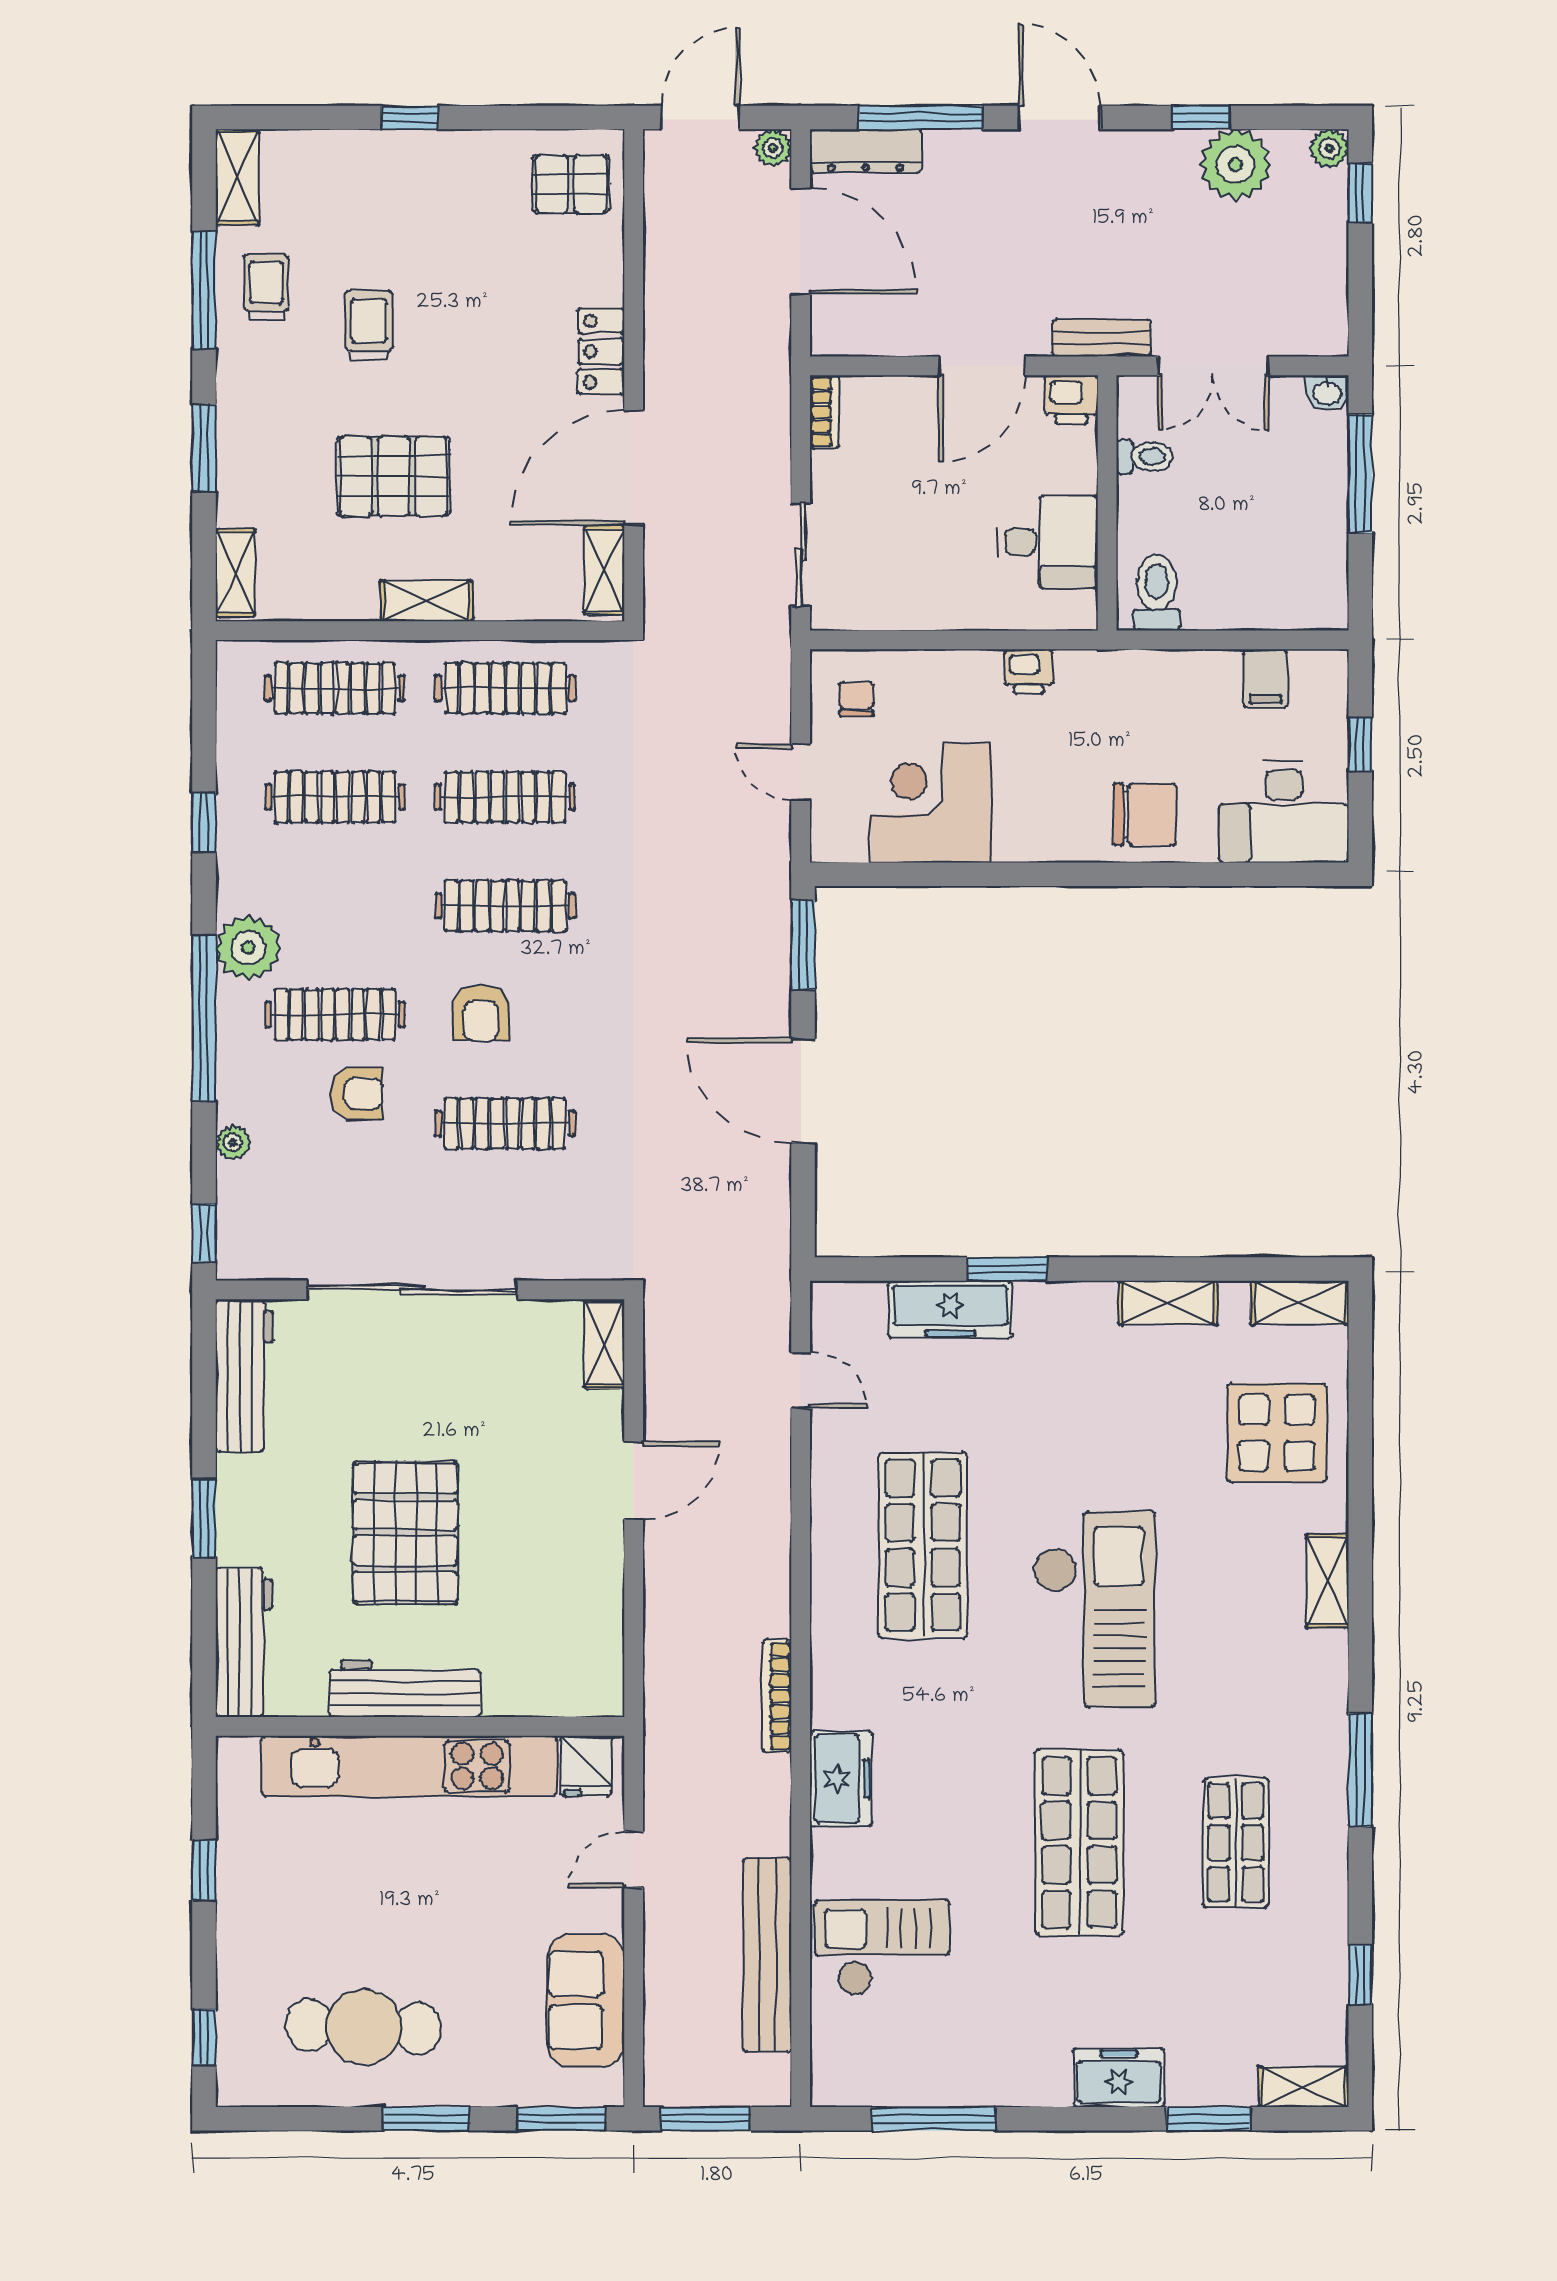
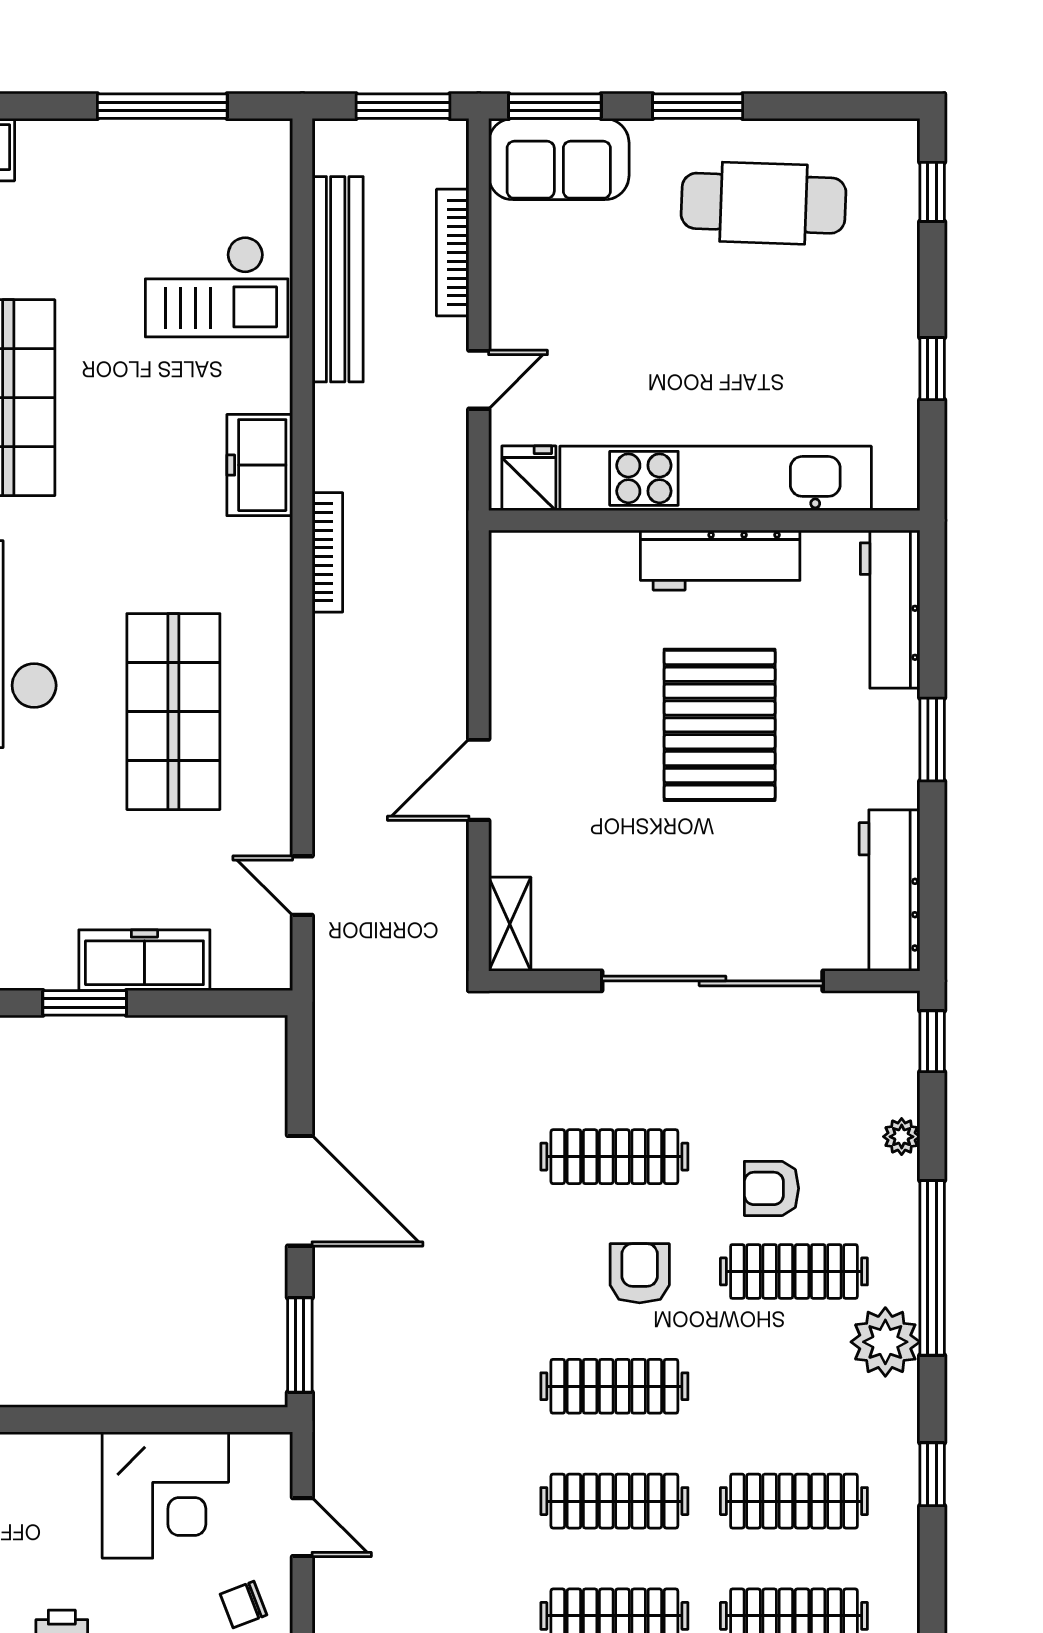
chair: (856, 699) -> (244, 1605), turned 69
bookcase: (658, 1980) -> (453, 253), added
sofa: (586, 2001) -> (559, 159), moved, turned 90

